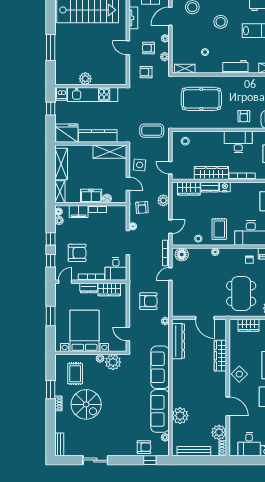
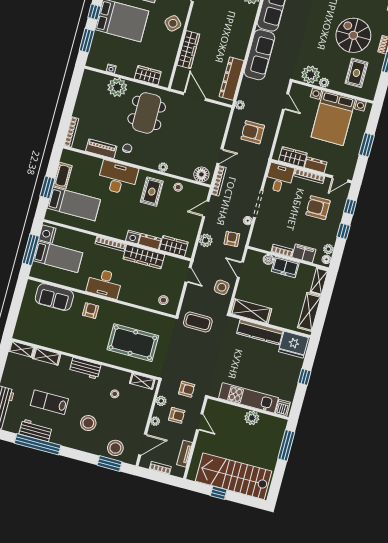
plant: (85, 79) -> (252, 418), moved
wall: (91, 86) -> (248, 408), moved
dishwasher: (62, 94) -> (283, 408), moved
kitchen unit: (93, 95) -> (248, 398), moved

